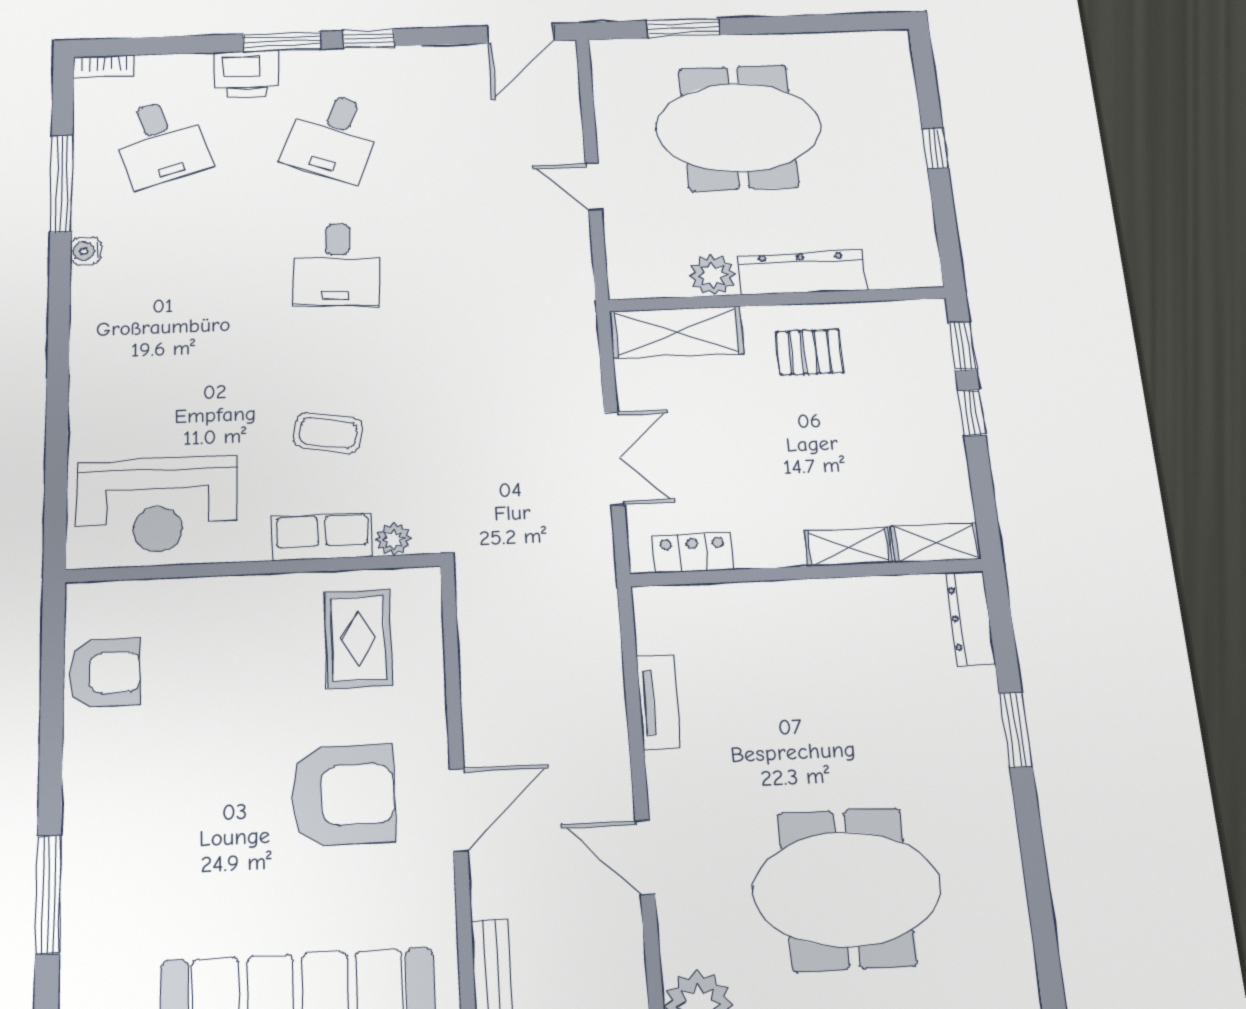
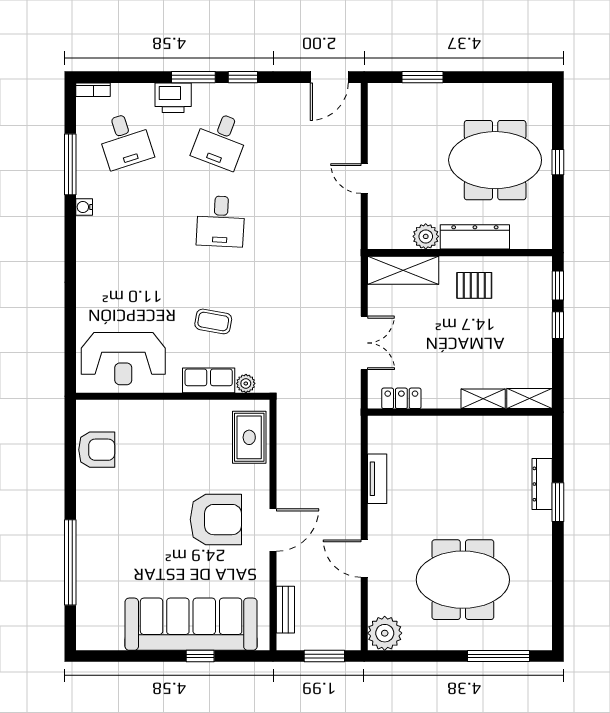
meeting table: (738, 127) -> (495, 160), moved
dresser: (970, 618) -> (542, 484), moved
rug: (358, 639) -> (249, 437), moved
window: (48, 894) -> (70, 562), width x1.46

